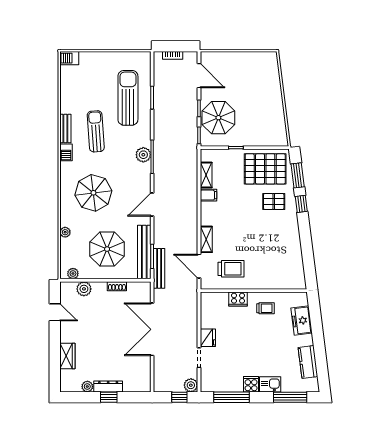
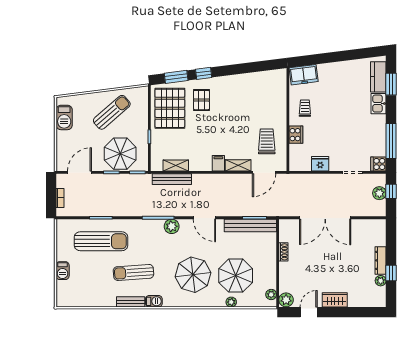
barbecue: (69, 58) -> (63, 271), moved
barbecue: (256, 60) -> (64, 117), added
sun lounger: (128, 98) -> (101, 241), turned 180
sun lounger: (261, 109) -> (112, 112), added
plant: (143, 155) -> (172, 226), moved
filing cabinet: (208, 195) -> (218, 163), moved
parasol: (107, 249) -> (236, 276), moved
bench: (159, 268) -> (172, 179), moved
plant: (84, 289) -> (286, 300), moved
freezer: (302, 321) -> (304, 75), moved
fridge: (208, 338) -> (320, 164), moved
wardrobe: (67, 356) -> (335, 300), moved
kitchen counter: (308, 362) -> (378, 77), moved, turned 97
cooker: (251, 384) -> (378, 164), moved
plant: (191, 385) -> (379, 193), moved
window: (109, 397) -> (391, 273), moved
window: (290, 397) -> (391, 84), width x0.69

